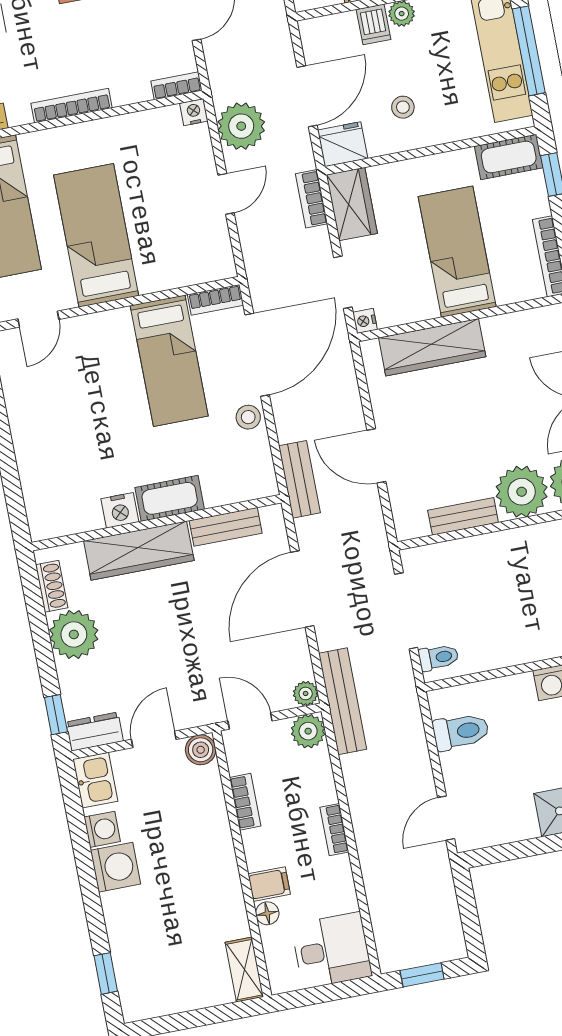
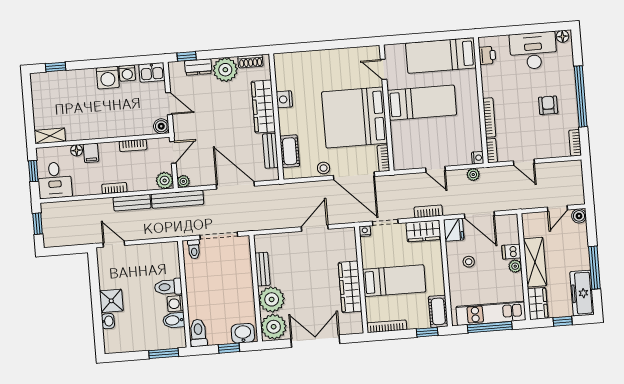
bookcase: (71, 106) -> (489, 118), moved
plant: (241, 126) -> (473, 175), width x0.53, depth x0.53
wardrobe: (432, 347) -> (350, 287), moved
bed: (169, 361) -> (355, 118), width x2.04
door: (376, 456) -> (315, 228), moved
bench: (299, 479) -> (132, 203), moved
cot: (170, 498) -> (290, 151), moved
dresser: (95, 732) -> (198, 67), moved, turned 90
toilet: (461, 732) -> (168, 287), moved, turned 90
window: (318, 995) -> (33, 171), added

